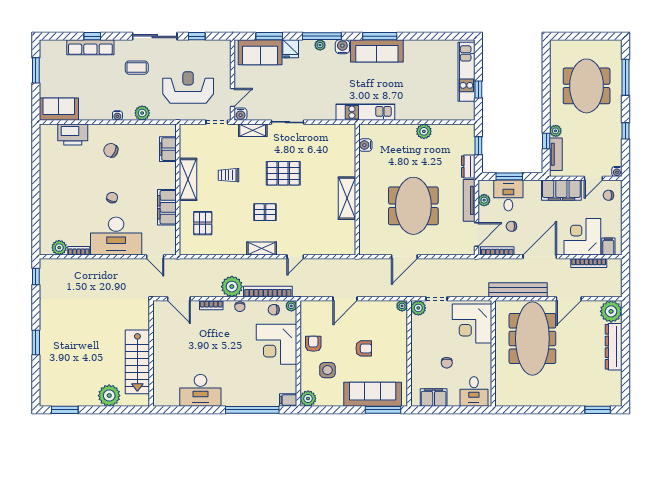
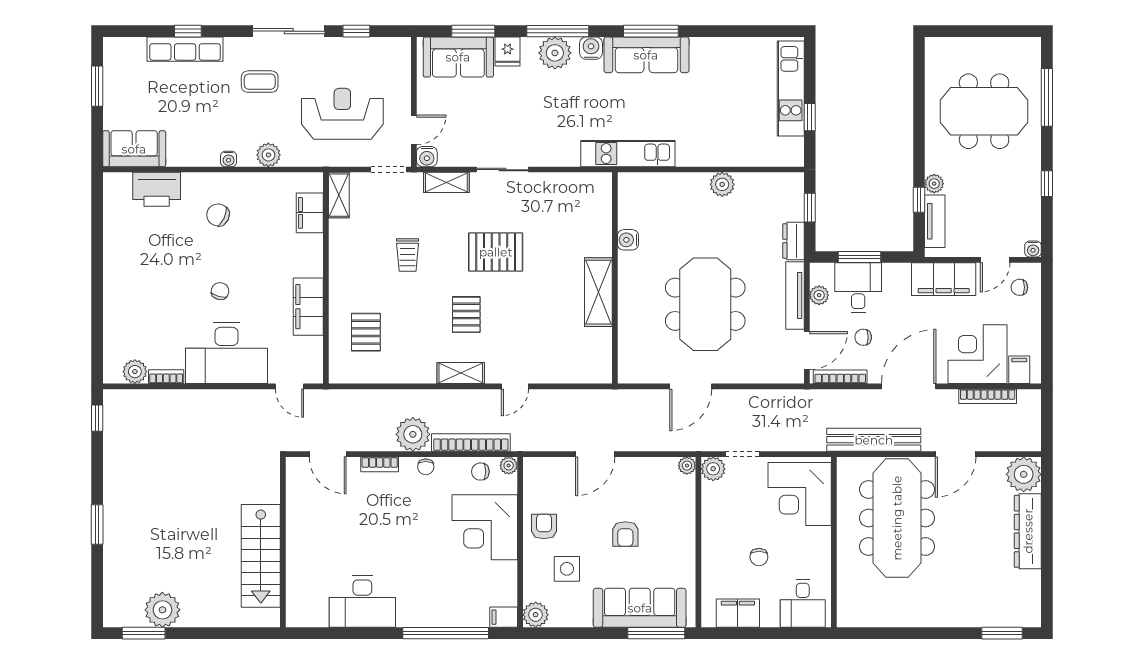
plant: (320, 45) -> (555, 53), width x1.88, depth x1.88
meeting table: (587, 86) -> (984, 111), turned 90
water cooler: (365, 145) -> (628, 240), moved
trolley: (229, 175) -> (408, 255), turned -90
shelving: (188, 179) -> (339, 195), moved, width x0.67, depth x0.75
pallet: (265, 212) -> (466, 315), turned 90
armchair: (364, 348) -> (625, 534), turned 90
plant: (109, 396) -> (162, 610), moved

